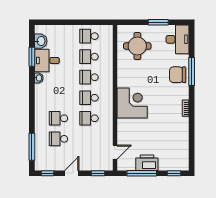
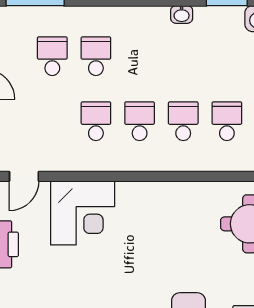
desk: (47, 61) -> (219, 32), removed
corner desk: (132, 103) -> (83, 213), moved
door: (115, 152) -> (24, 176), hinge flipped

